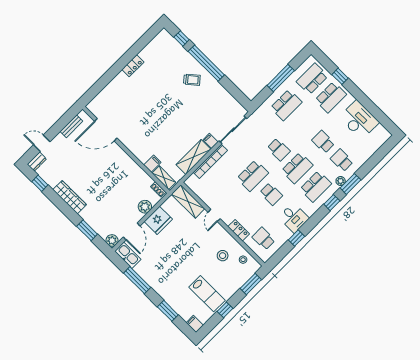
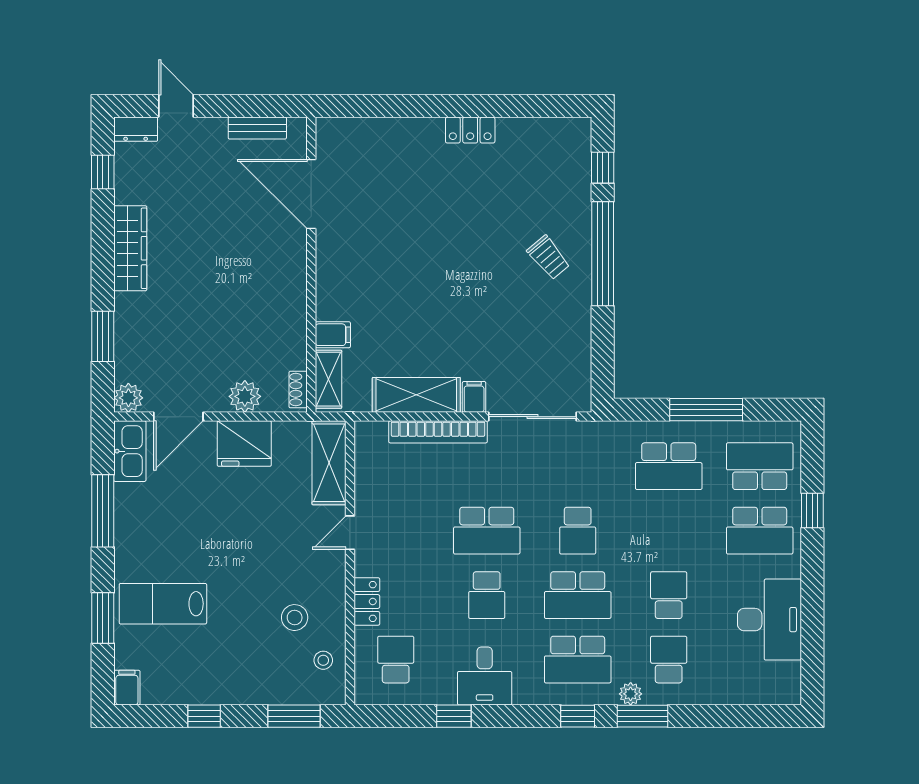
lab bench: (207, 294) -> (163, 604), moved, turned 90

